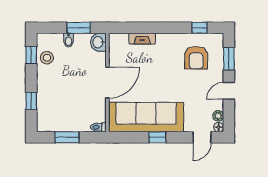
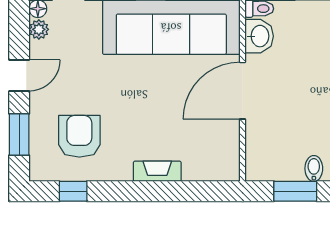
fireplace: (142, 39) -> (157, 171), moved
washbasin: (98, 42) -> (259, 36), moved

